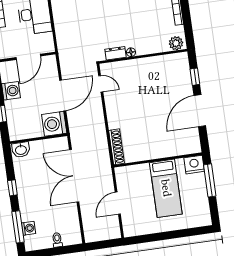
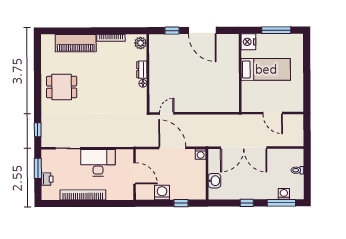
dresser: (115, 53) -> (142, 70), moved
washing machine: (54, 124) -> (201, 154), width x0.53, depth x0.53
shoe rack: (117, 147) -> (224, 107), removed
washbasin: (21, 150) -> (214, 181), moved
window: (210, 180) -> (276, 30), moved

